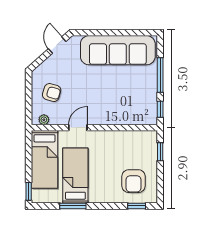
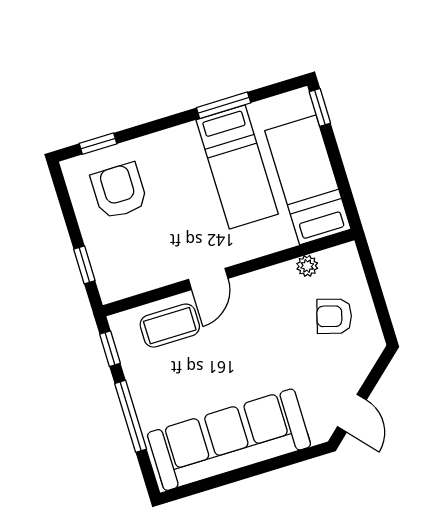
coffee table: (129, 112) -> (170, 326), added
plant: (44, 120) -> (307, 266), moved
door: (78, 128) -> (208, 279), moved

